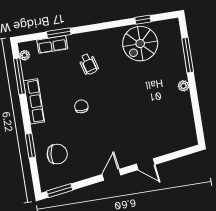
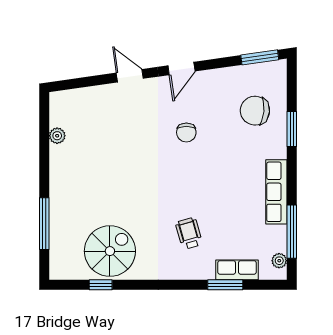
plant: (183, 86) -> (57, 136), moved
chair: (81, 106) -> (186, 132), moved

